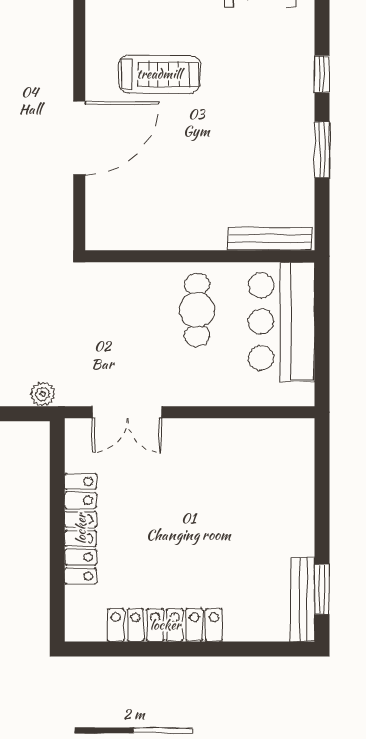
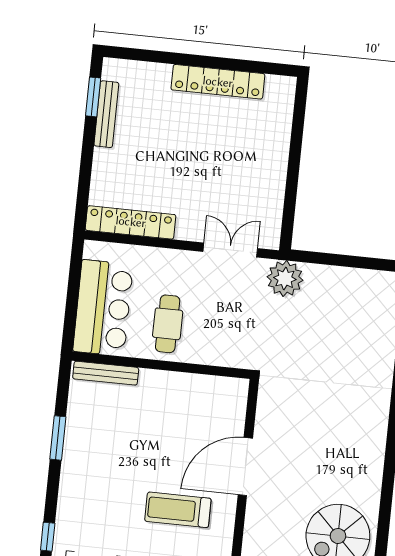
window: (322, 74) -> (48, 537), moved
plant: (43, 394) -> (285, 279), width x1.87, depth x1.87
locker: (81, 529) -> (131, 222), moved, turned 90
bench: (303, 599) -> (106, 114), moved

